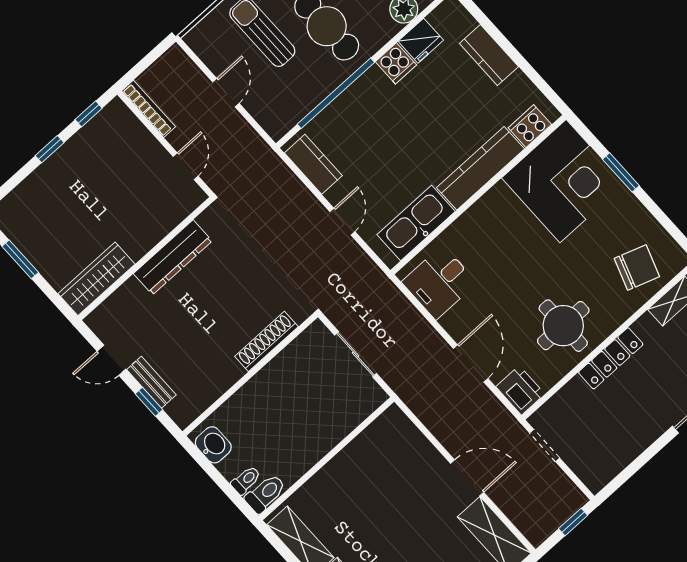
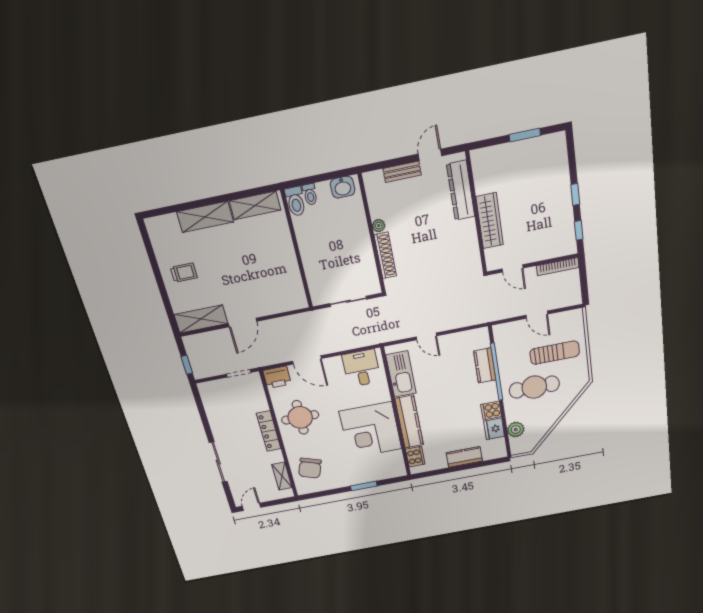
kitchen counter: (313, 164) -> (485, 366), moved, turned 90
corner desk: (563, 181) -> (371, 430), moved
dresser: (173, 257) -> (461, 190), moved
wardrobe: (96, 279) -> (490, 221), moved
plant: (234, 372) -> (379, 226), added
window: (149, 402) -> (391, 163), removed

